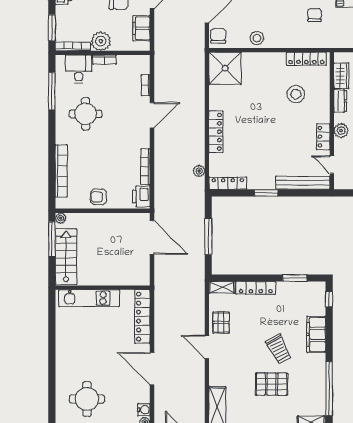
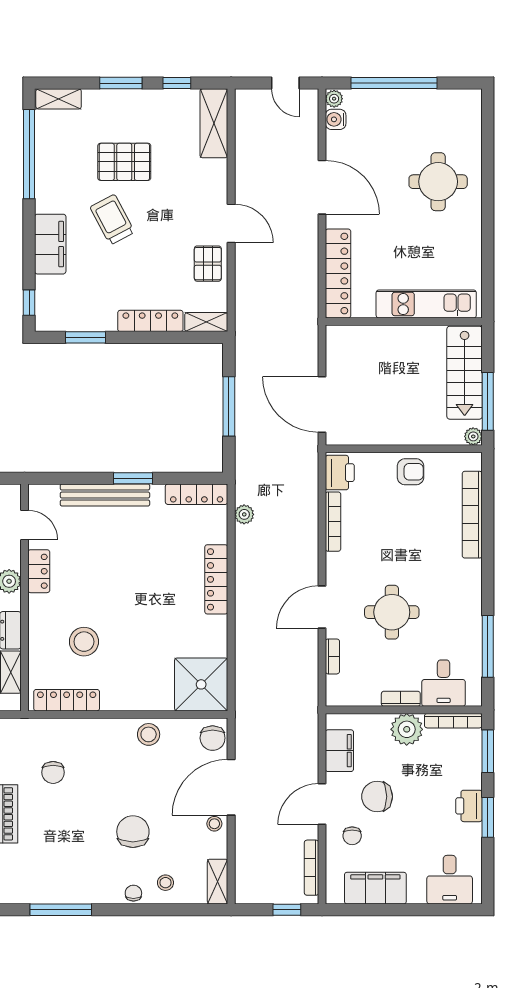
round table: (86, 114) -> (392, 612), moved
bench: (303, 183) -> (105, 495), moved
round table: (87, 399) -> (438, 182), moved

